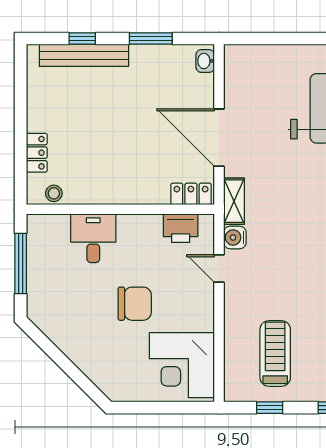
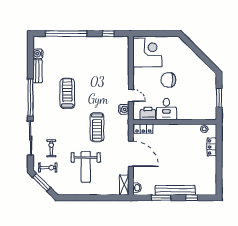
bench: (84, 55) -> (175, 190), moved
shelving: (234, 201) -> (124, 185), moved
desk: (93, 238) -> (166, 109), moved
window: (21, 263) -> (219, 98), width x0.69
treadmill: (275, 354) -> (97, 127), moved

